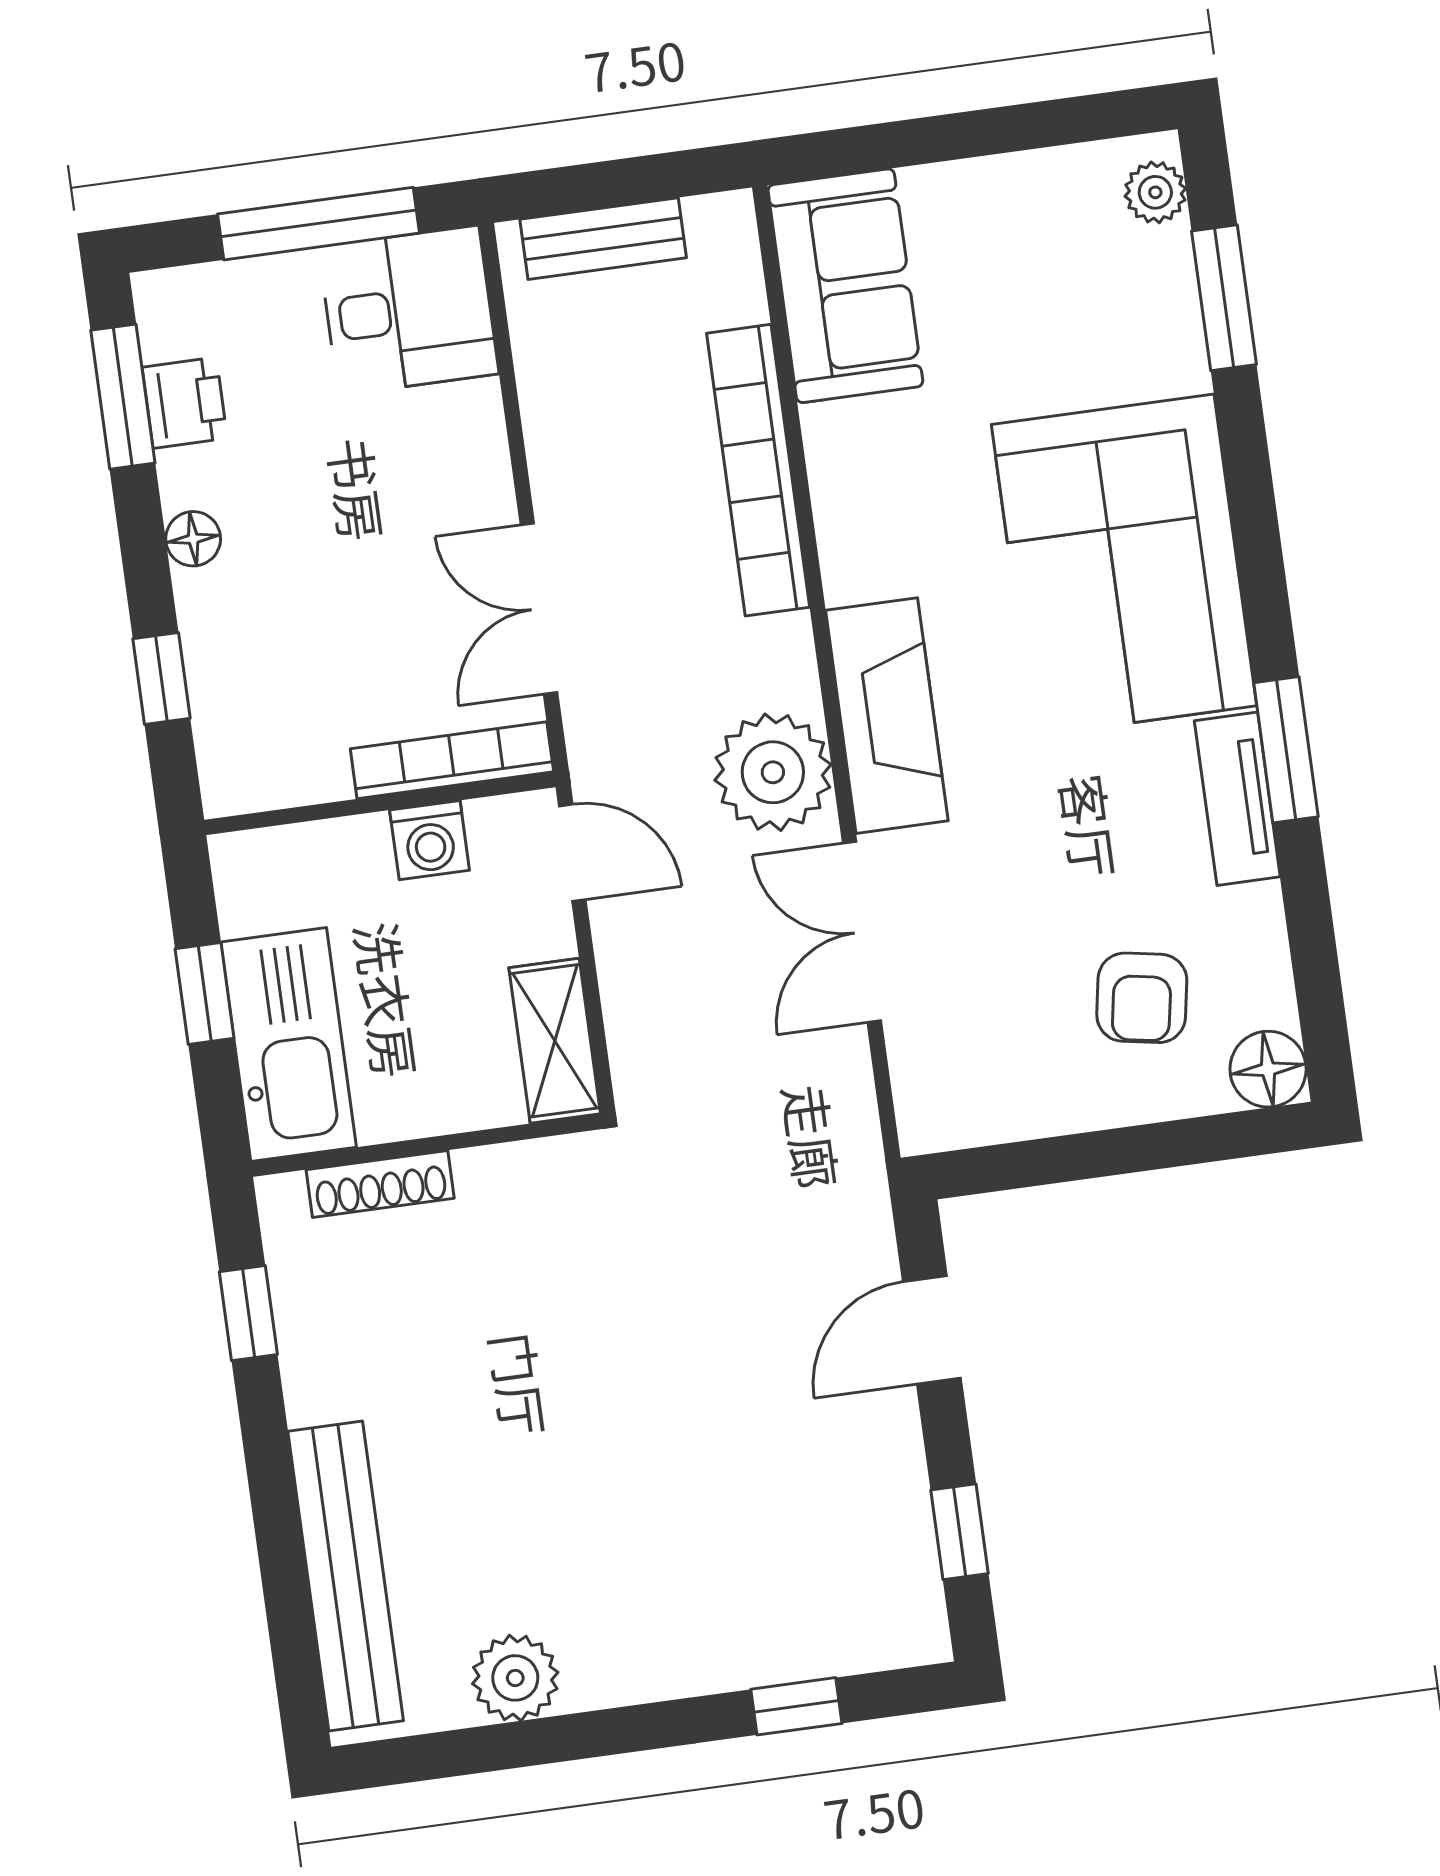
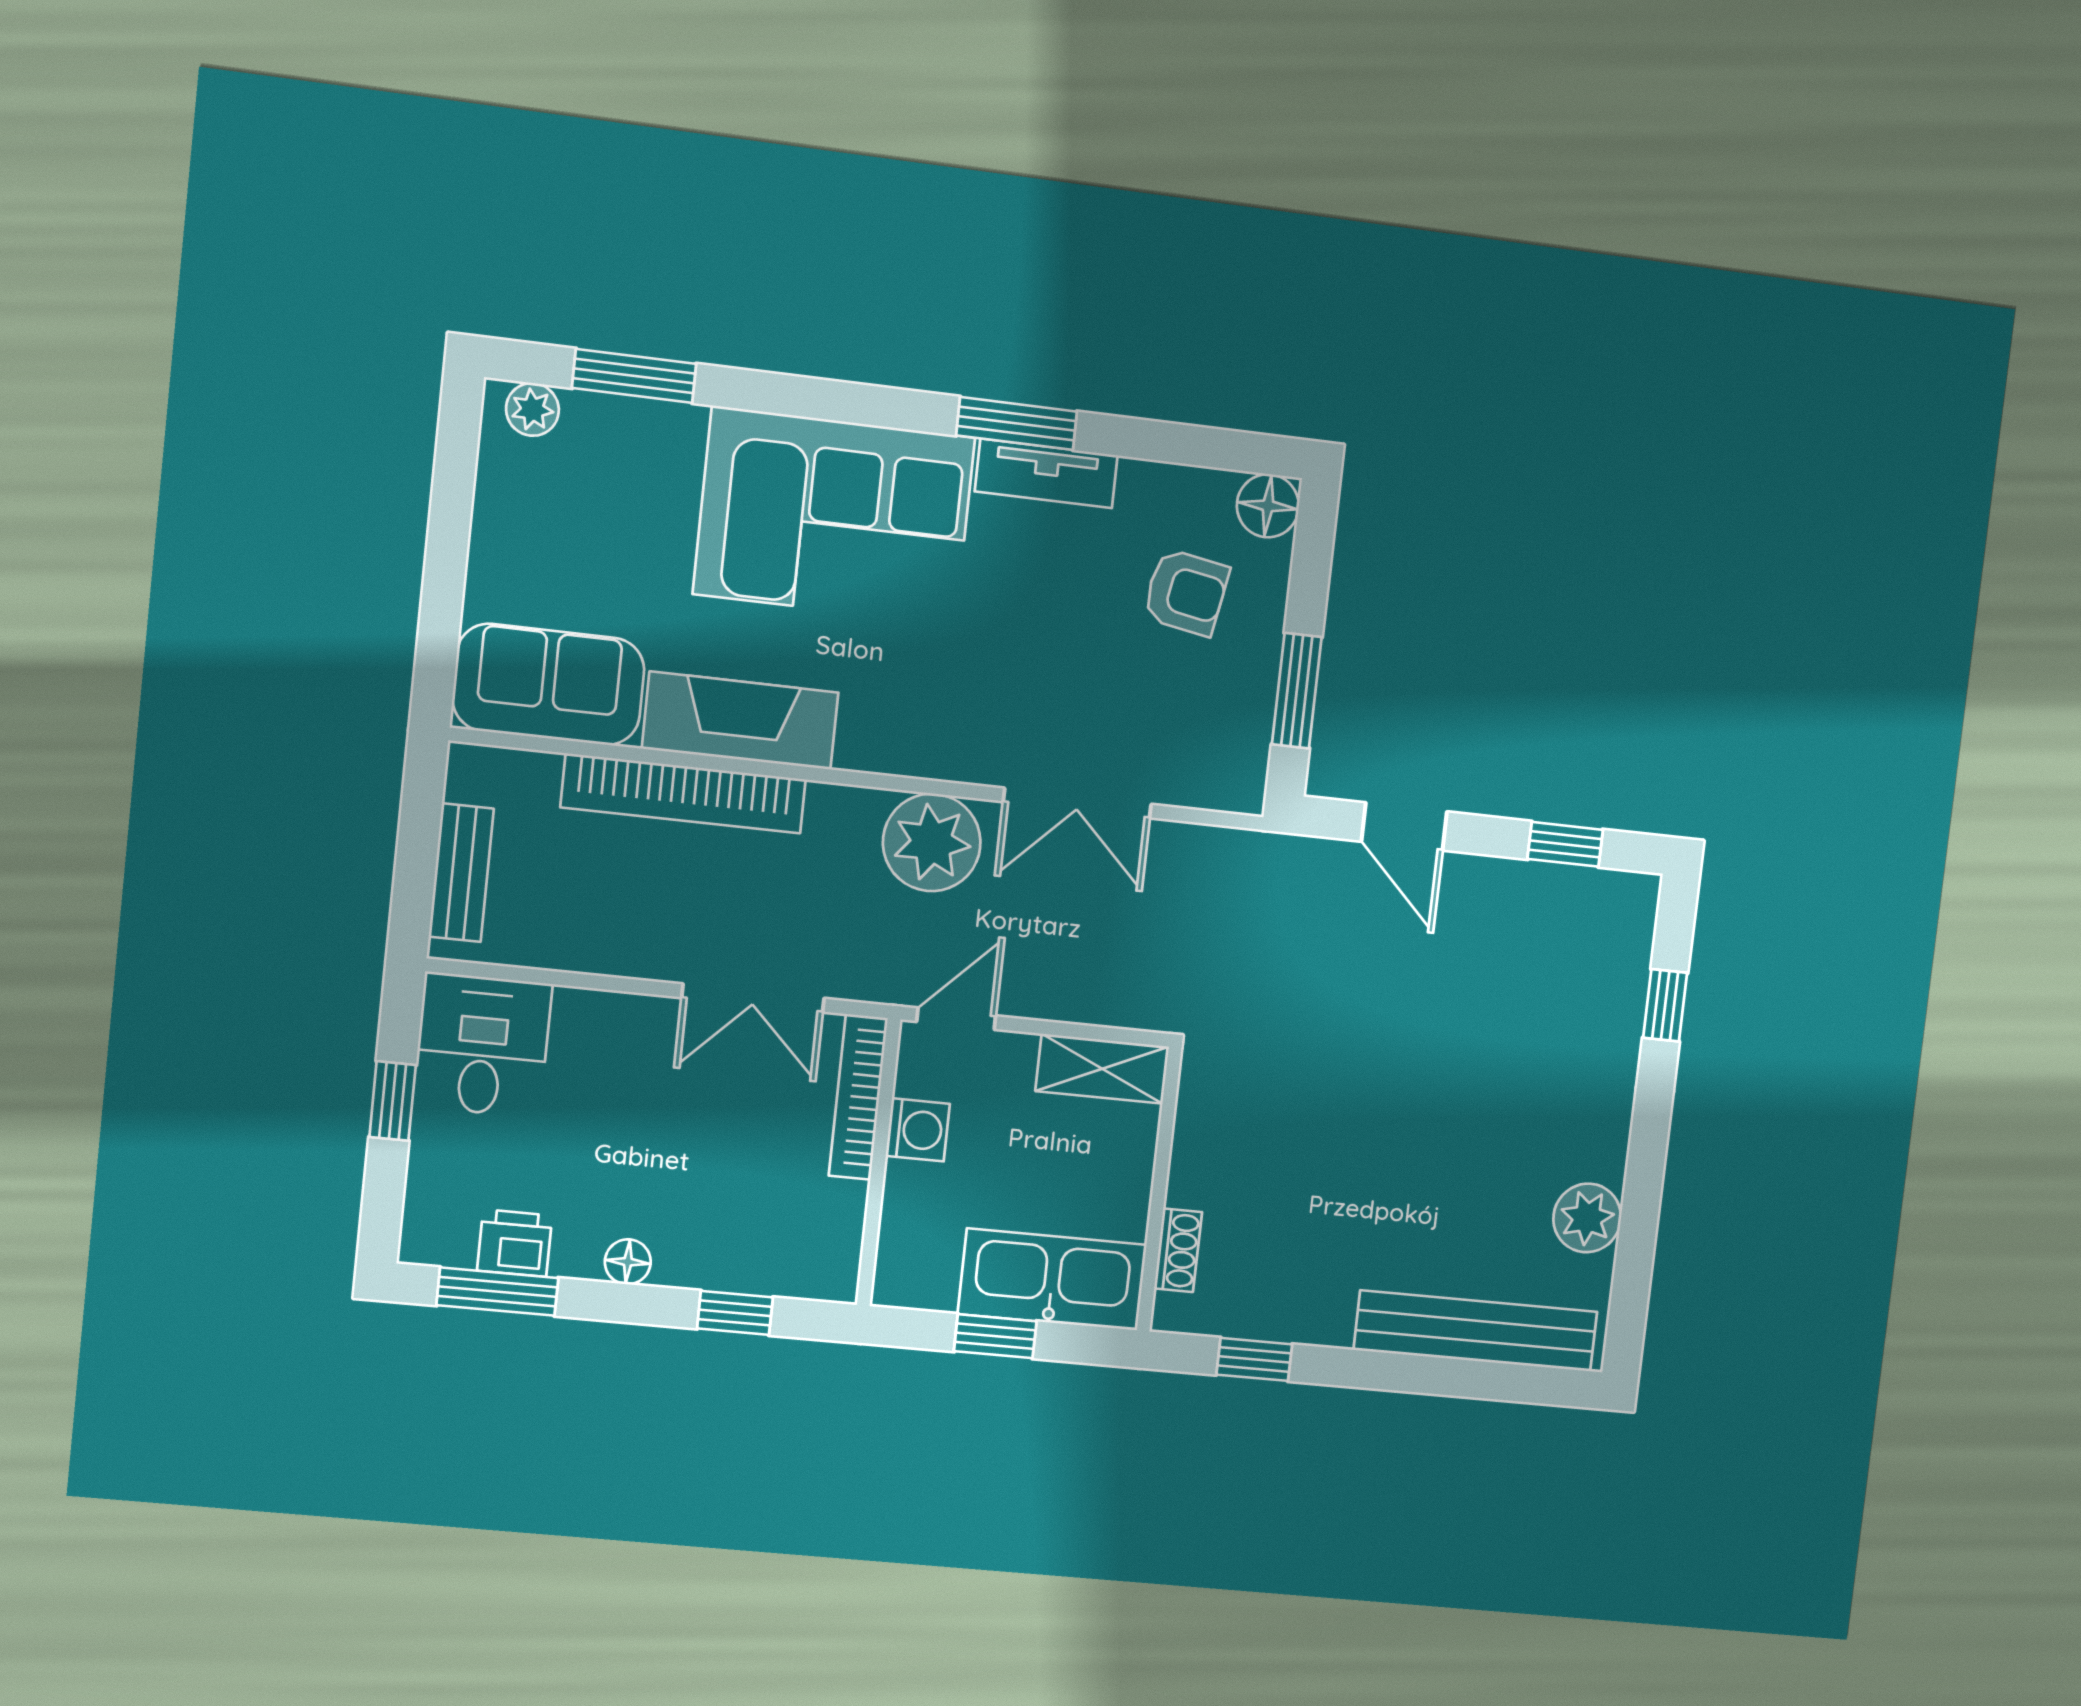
window: (319, 224) -> (393, 1101), width x0.46
fireplace: (887, 716) -> (740, 721), moved
window: (1060, 1159) -> (1297, 691), added
shoe rack: (380, 1184) -> (1178, 1250), width x0.70

